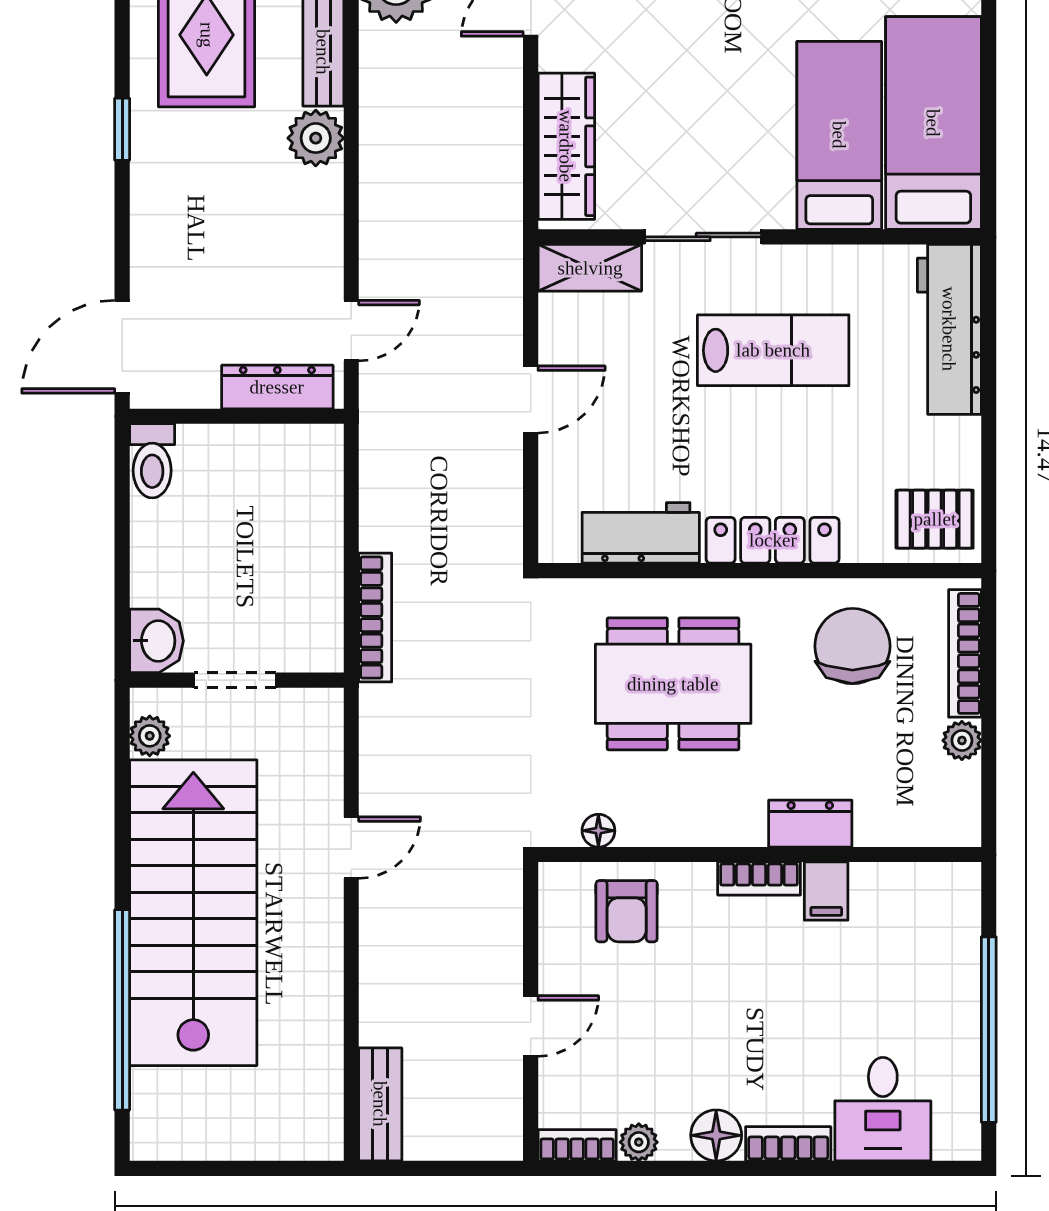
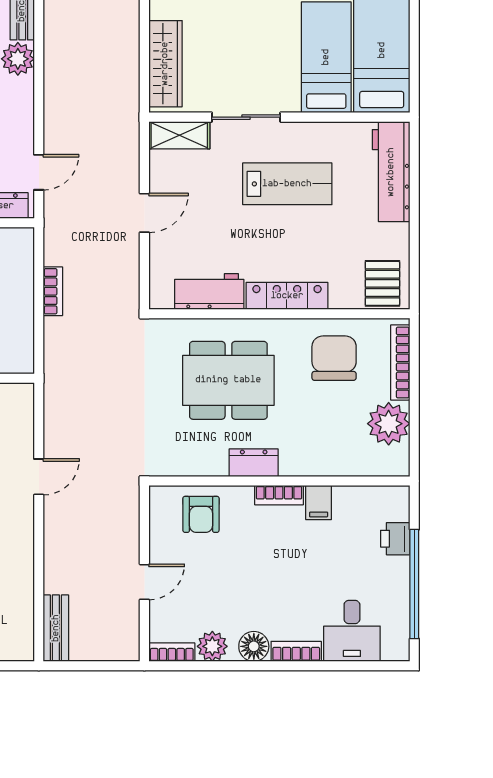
pallet: (935, 519) -> (382, 283), turned 90
bookcase: (375, 618) -> (53, 291), moved, width x0.64
plant: (962, 740) -> (389, 424), width x1.88, depth x1.88
dresser: (810, 824) -> (254, 463), moved
floor lamp: (598, 831) -> (184, 467), removed
printer: (956, 953) -> (395, 539), added
plant: (639, 1142) -> (212, 646), width x1.38, depth x1.38

